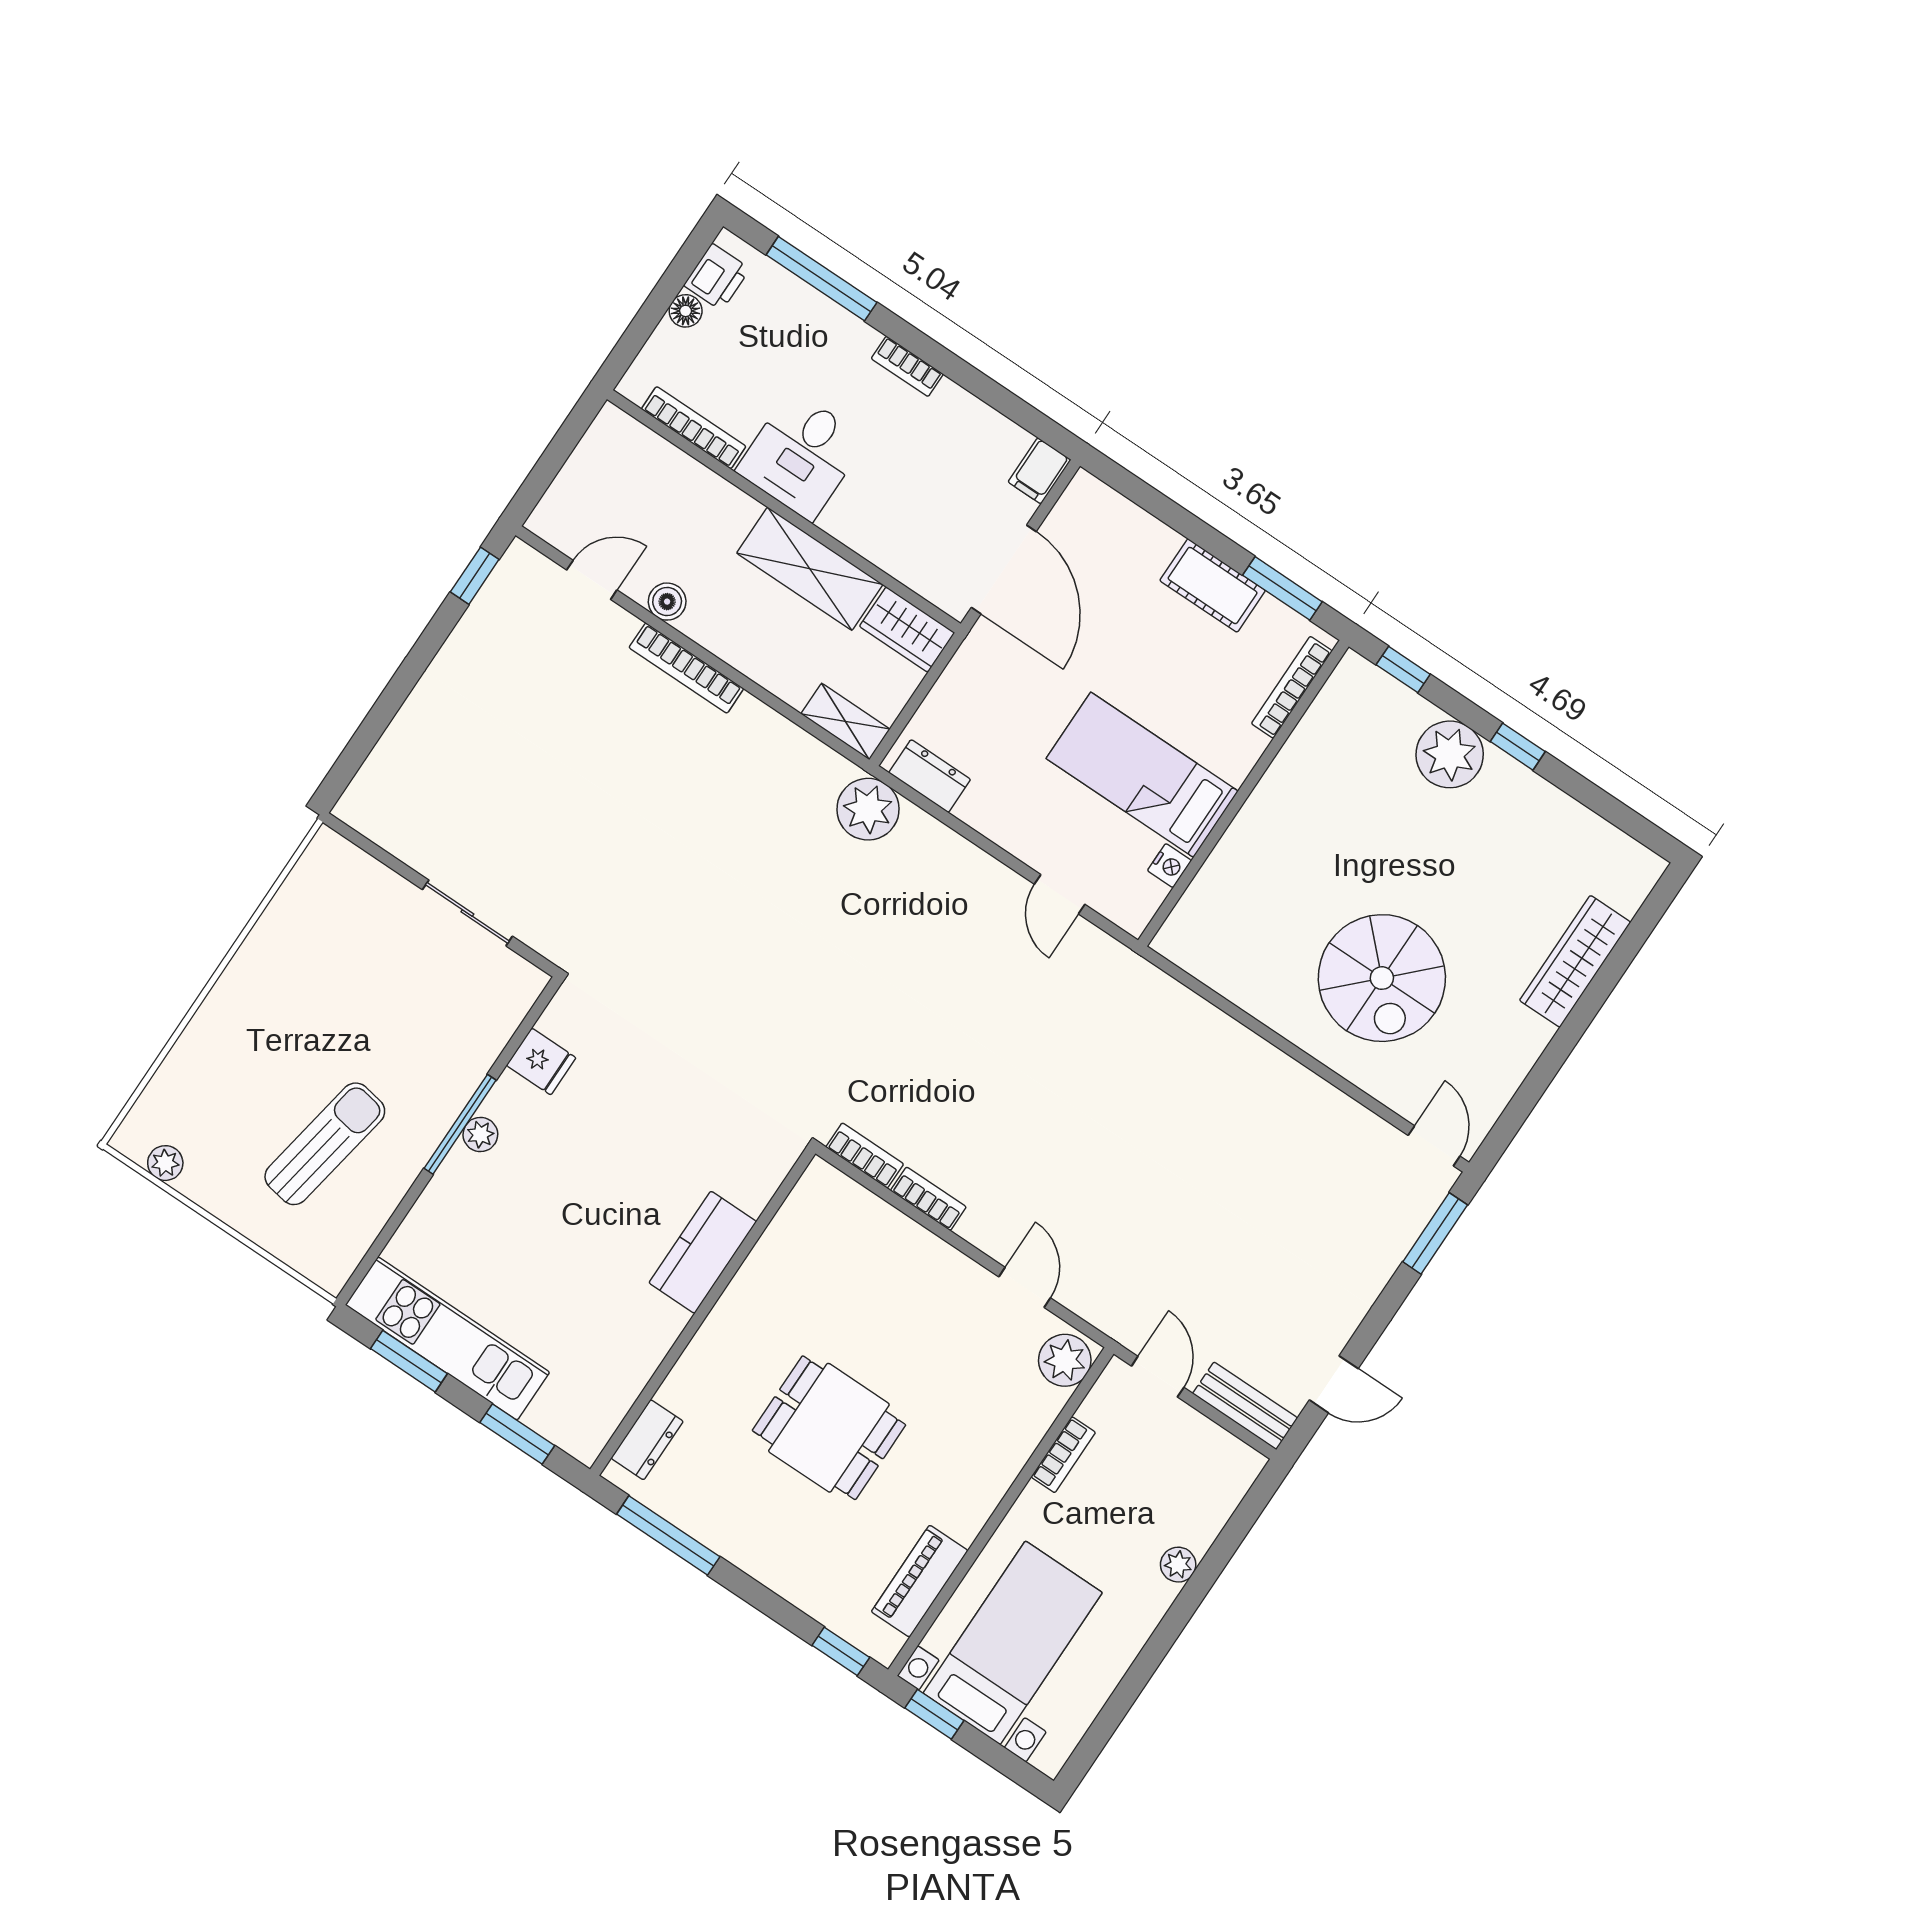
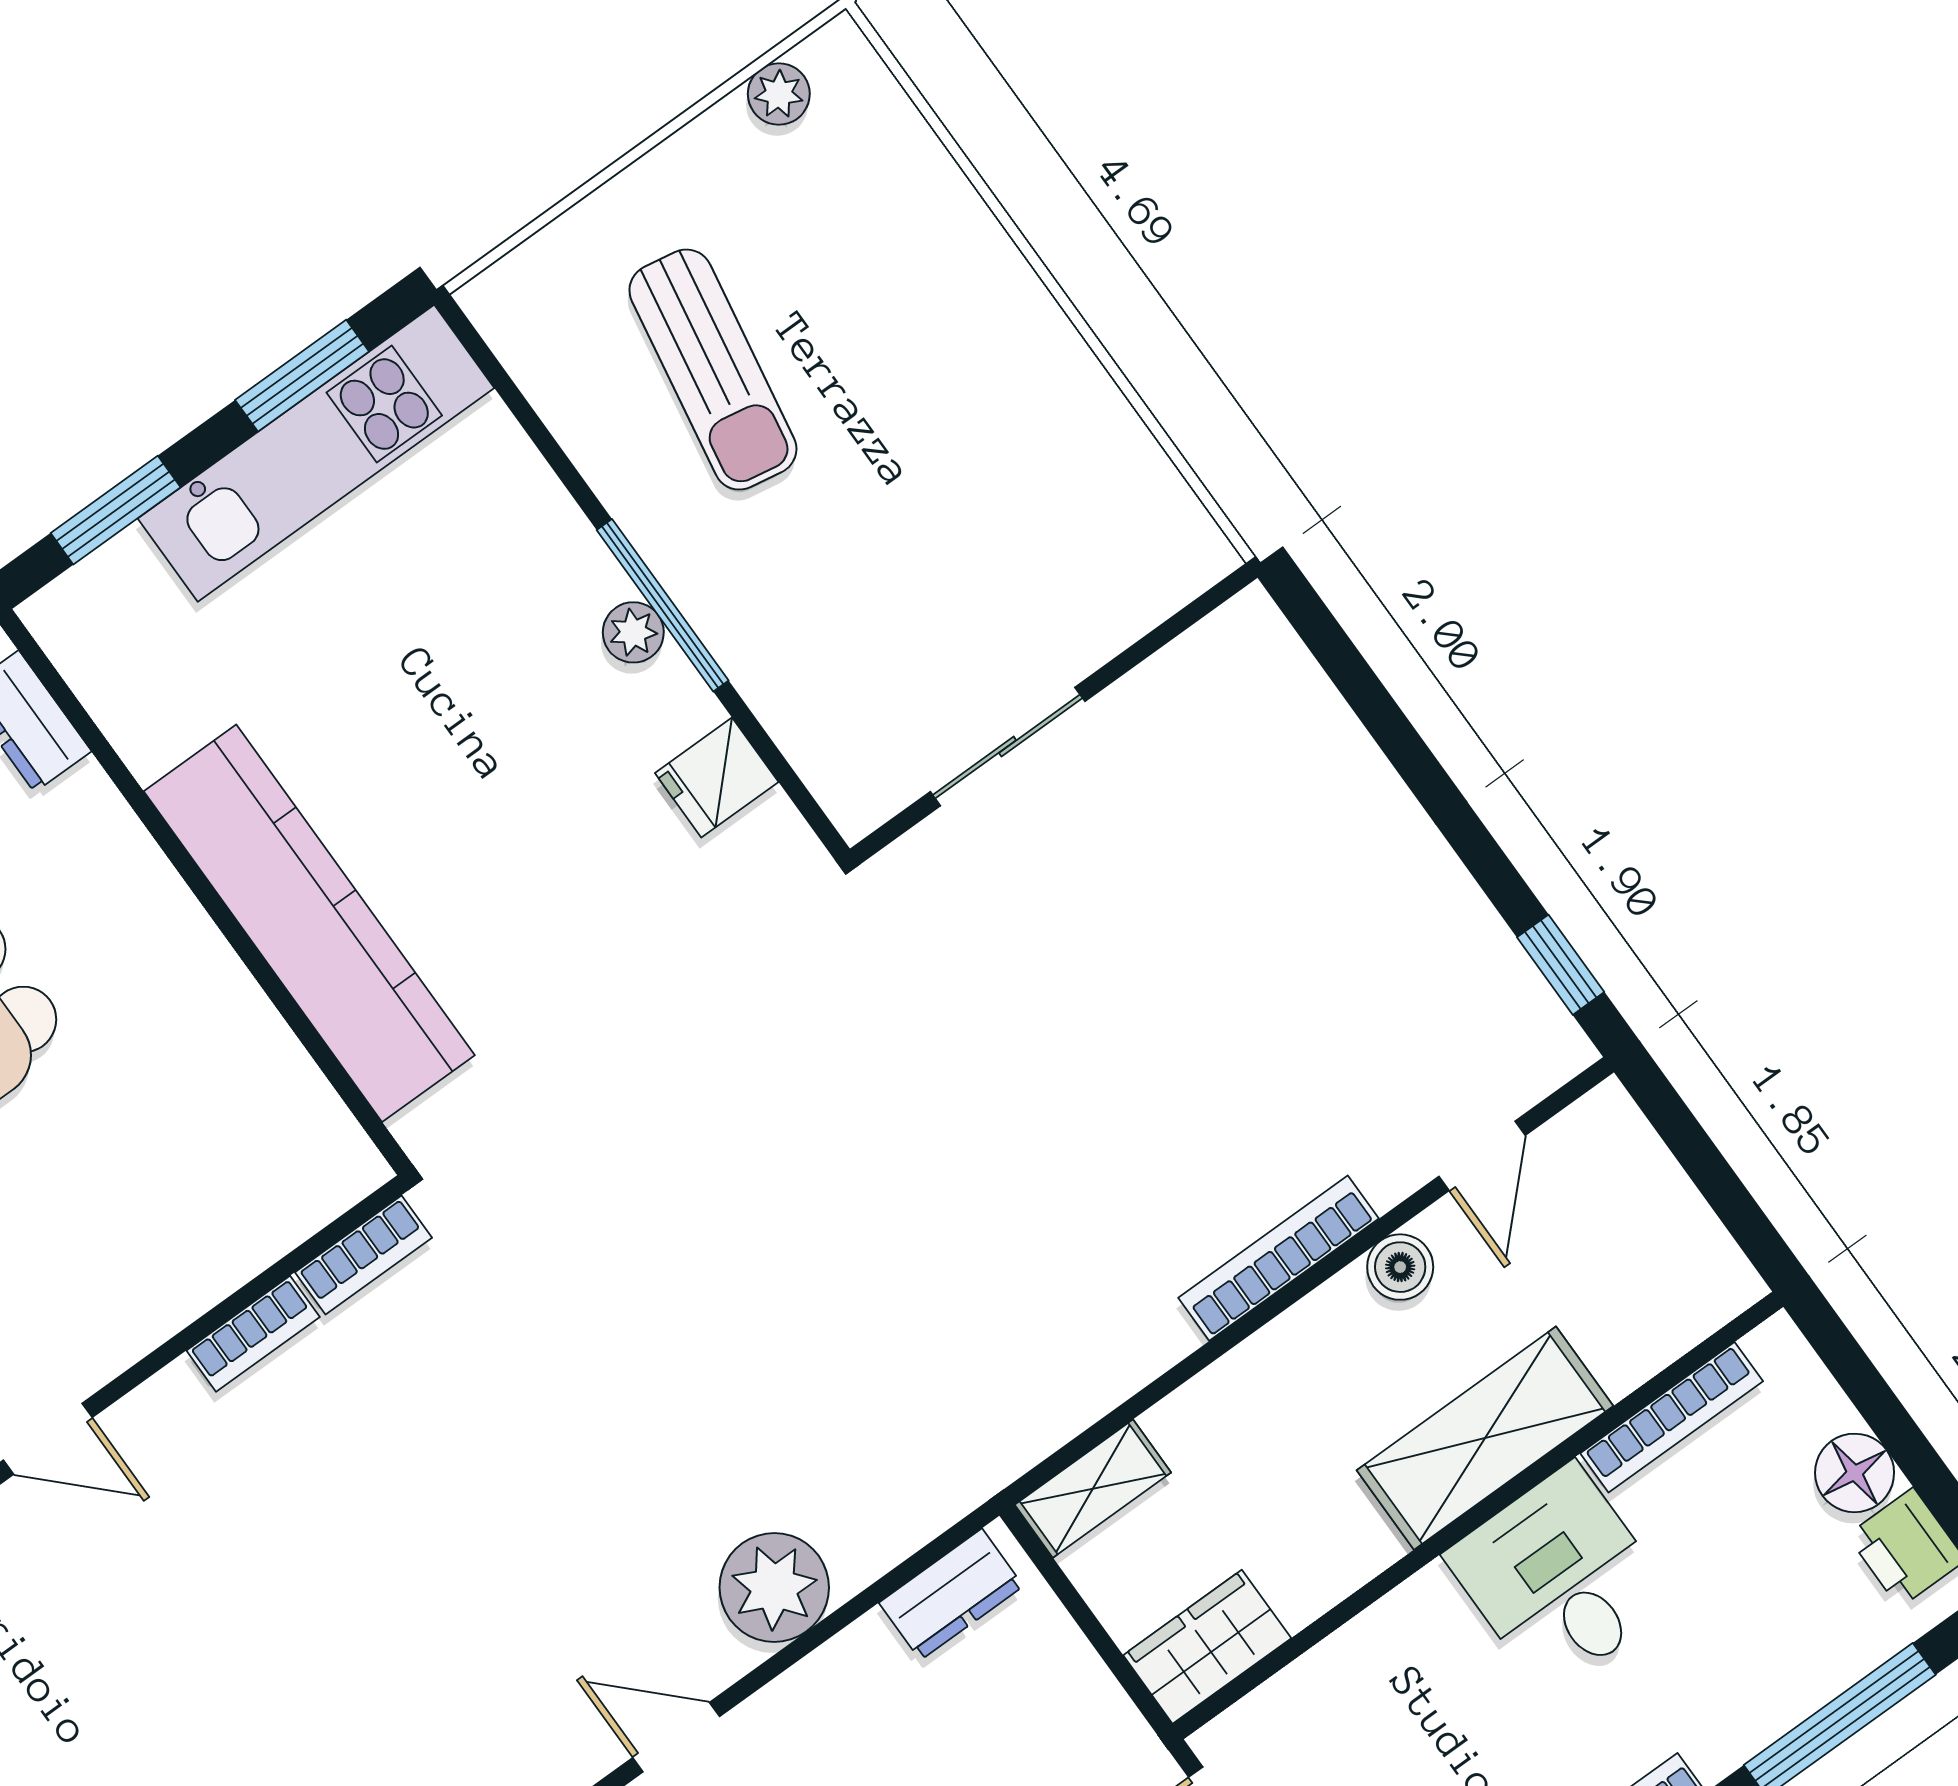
floor lamp: (686, 311) -> (1855, 1473), width x1.37, depth x1.37
shelving: (810, 569) -> (1485, 1438), moved
plant: (868, 809) -> (774, 1587), moved
kitchen counter: (703, 1252) -> (309, 923), width x2.08, depth x1.17

